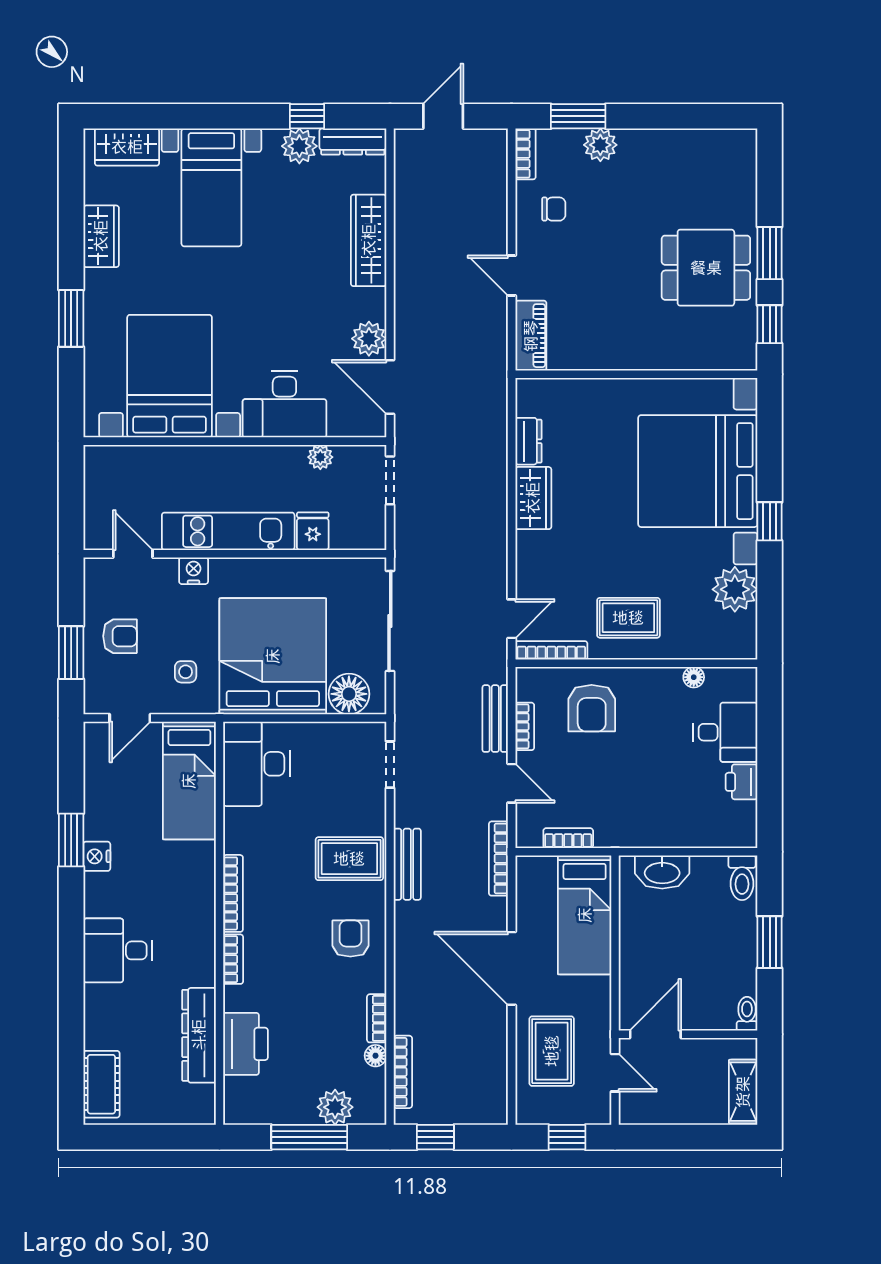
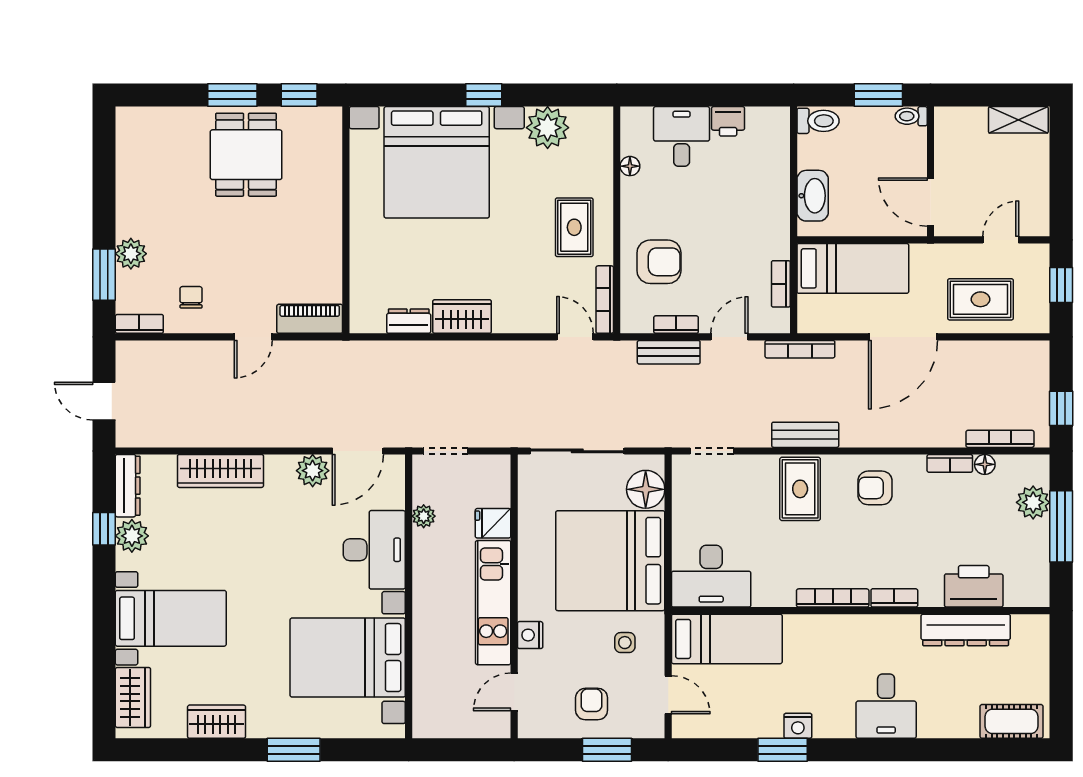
toilet: (747, 1014) -> (911, 116), moved
door: (655, 1034) -> (931, 202), moved
wall: (688, 1034) -> (931, 171), moved

